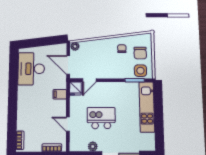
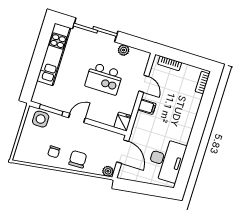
chair: (140, 53) -> (78, 159), moved
door: (89, 80) -> (77, 118), moved
filing cabinet: (60, 94) -> (147, 107), moved
kitchen unit: (147, 107) -> (54, 54), moved

